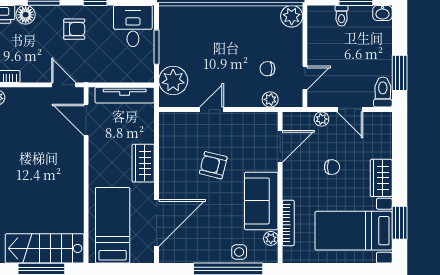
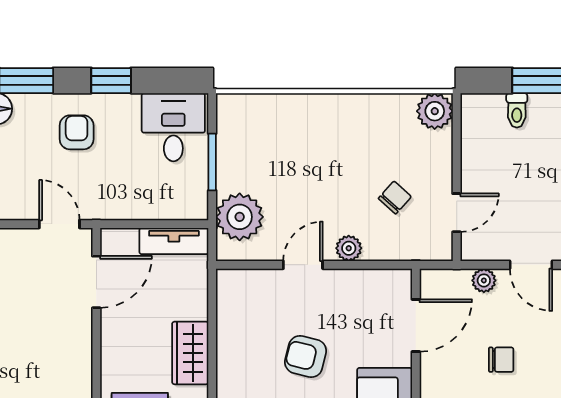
armchair: (74, 29) -> (77, 132), turned -90
chair: (267, 69) -> (395, 197), turned 132
tv unit: (125, 95) -> (174, 241), width x0.71
plant: (270, 99) -> (349, 248), moved
door: (86, 120) -> (96, 282), swing flipped

